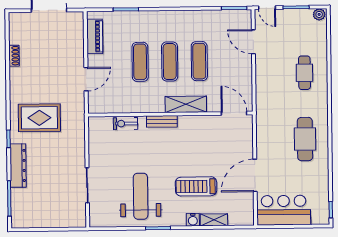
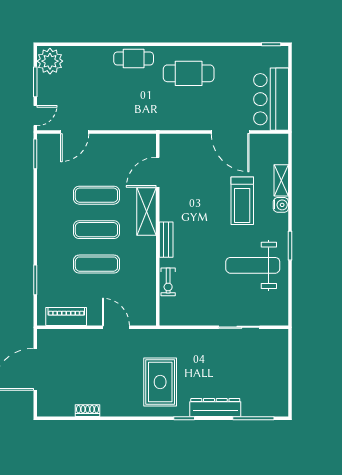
plant: (319, 14) -> (50, 61), width x1.88, depth x1.88
cafe table: (304, 73) -> (134, 59), moved
door: (234, 113) -> (158, 172), moved

